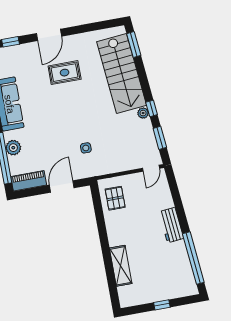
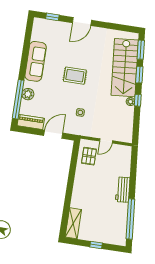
rug: (65, 73) -> (75, 76), moved
window: (160, 138) -> (139, 75), moved
door: (151, 168) -> (106, 141), moved
shelving: (121, 266) -> (73, 223), moved

